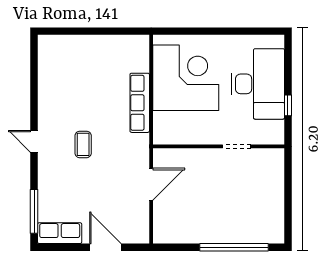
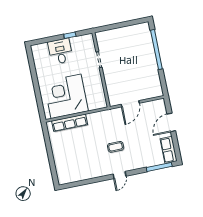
desk: (258, 84) -> (60, 51), width x0.53, depth x0.77
row of seats: (140, 103) -> (70, 123), moved
door: (151, 184) -> (130, 104), swing flipped

